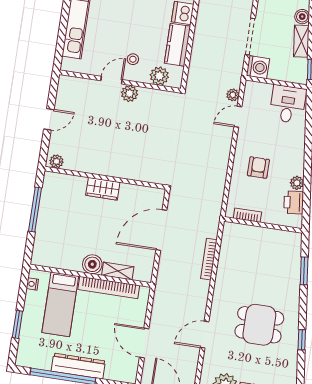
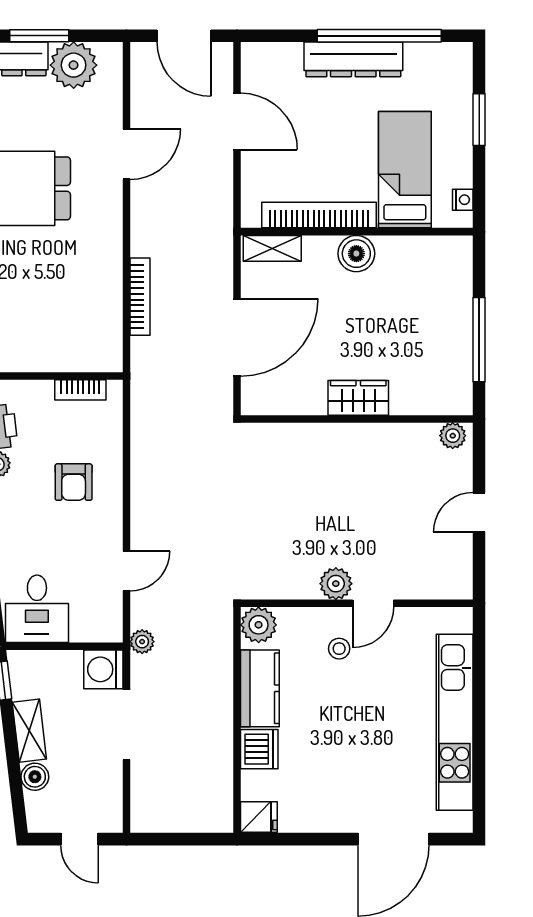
plant: (159, 76) -> (259, 625), moved
plant: (233, 95) -> (142, 642), moved
shelving: (118, 271) -> (272, 248), moved

